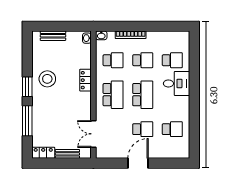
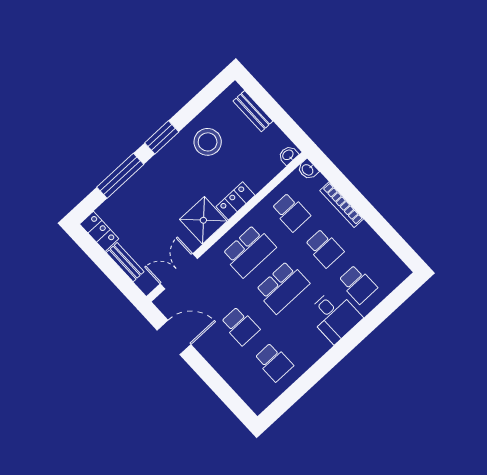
stool: (47, 79) -> (208, 142), moved
shower: (81, 102) -> (203, 220), added
door: (138, 163) -> (174, 337), moved

